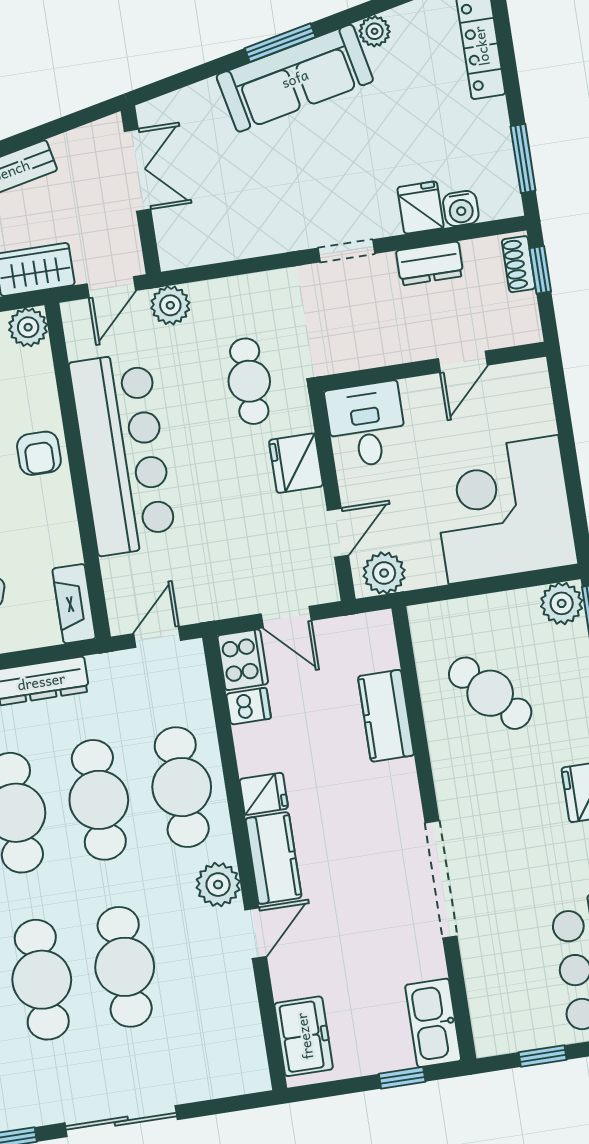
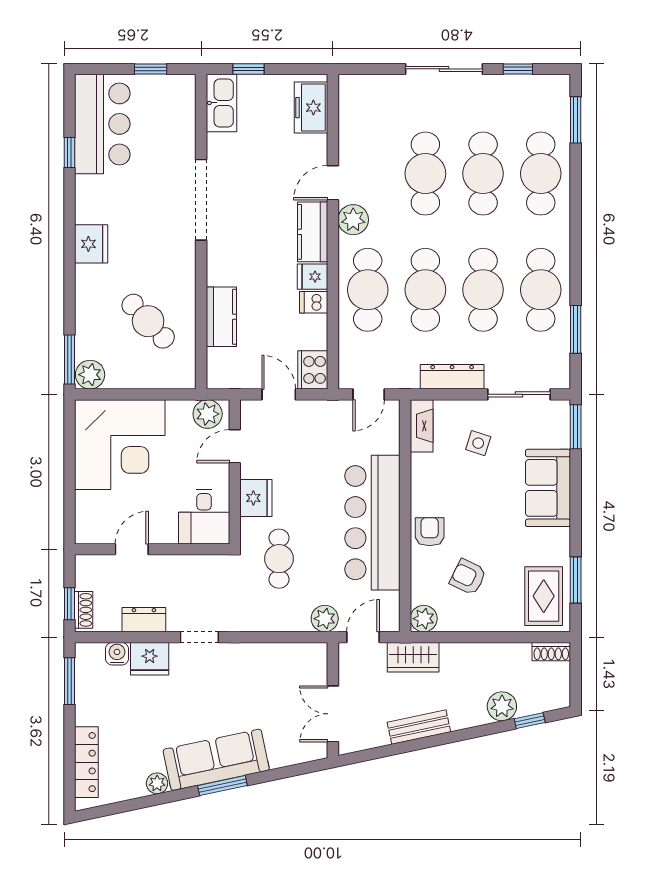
fridge: (421, 208) -> (150, 659), width x1.38
dishwasher: (249, 706) -> (314, 302), moved

